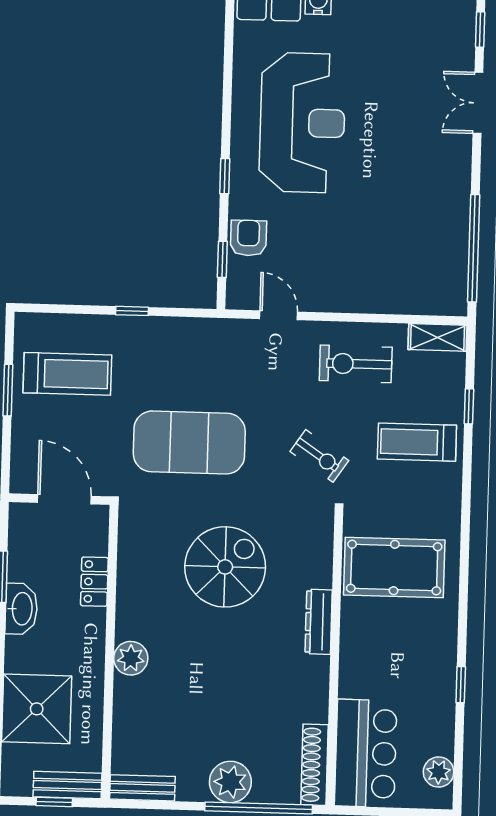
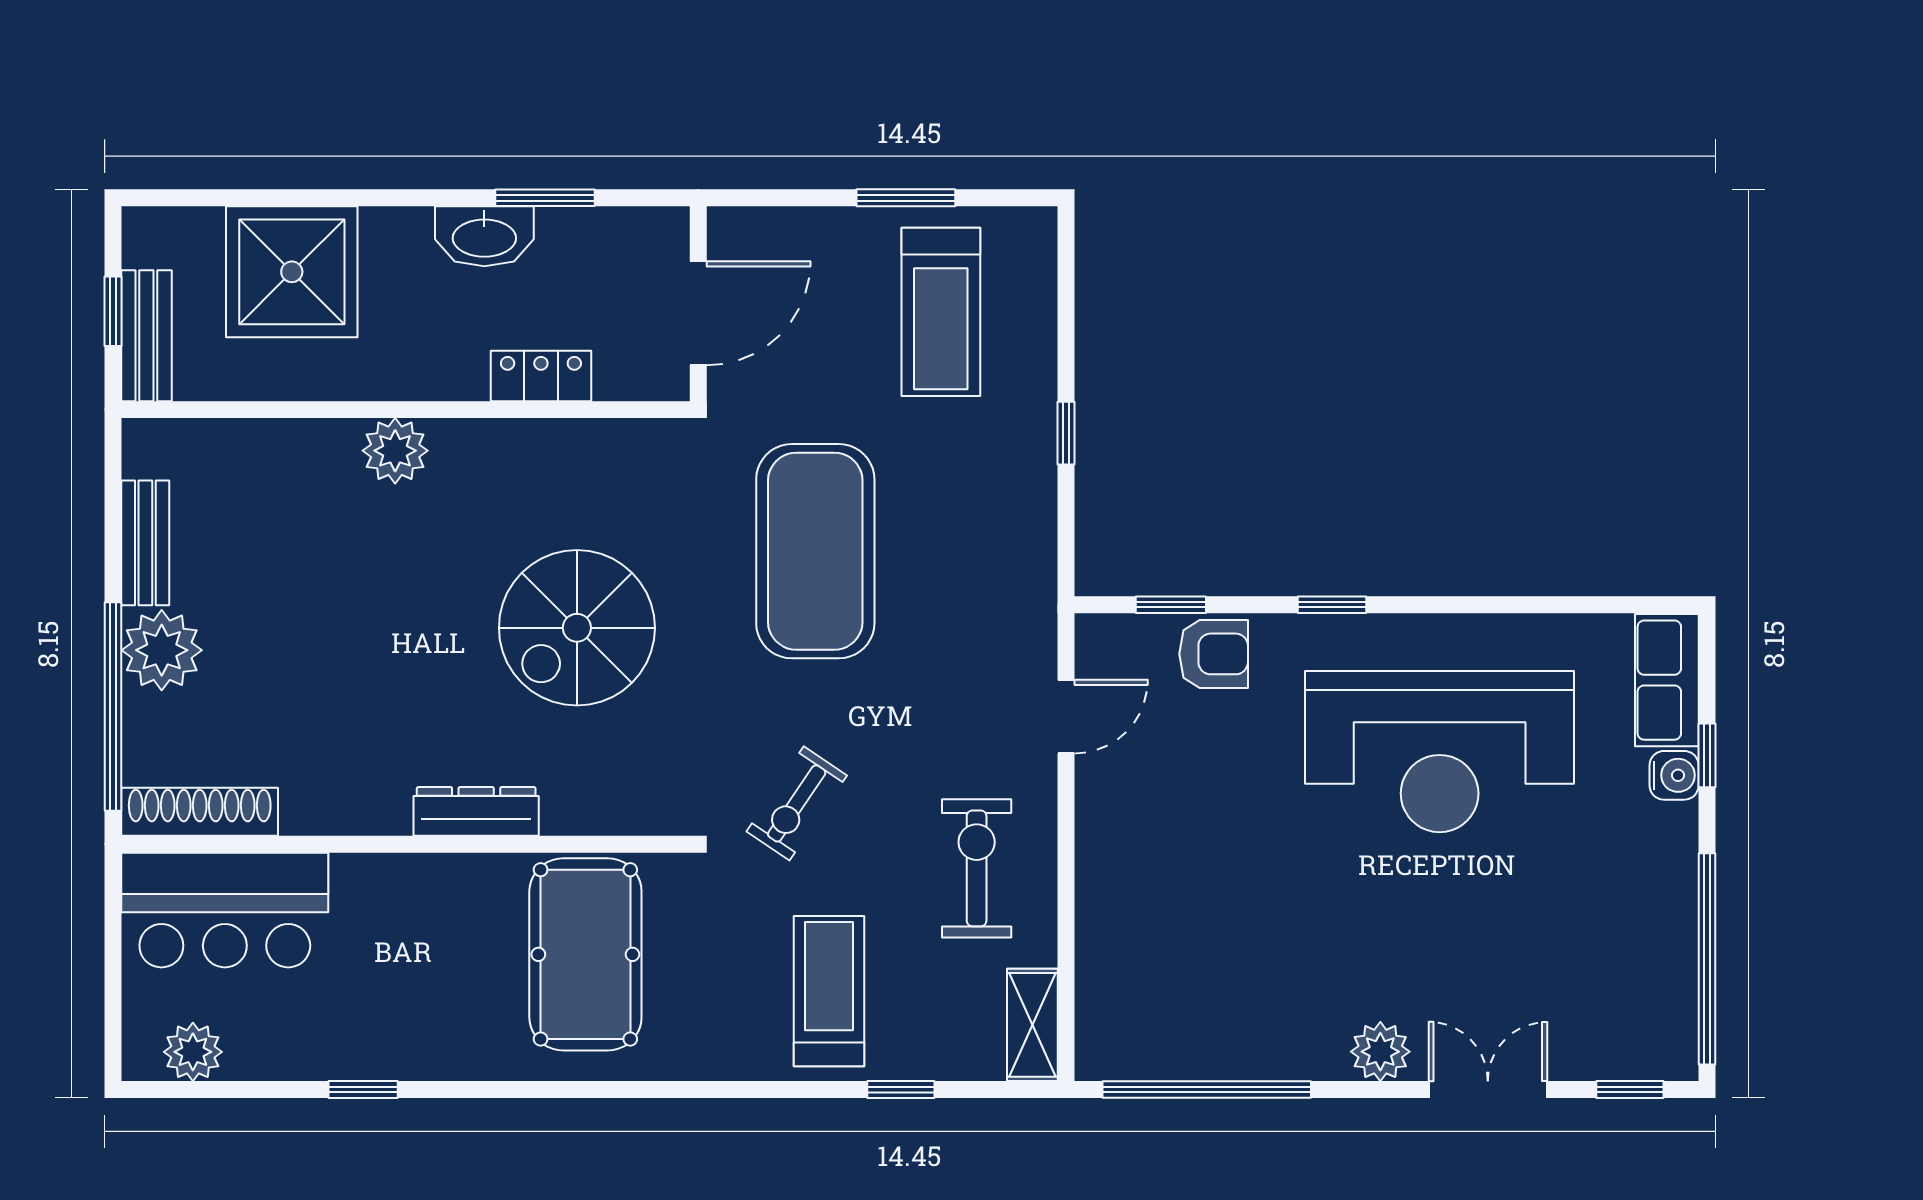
plant: (457, 158) -> (1380, 1052), added
spiral stairs: (225, 567) -> (577, 628), turned 90
bench: (142, 788) -> (145, 543), moved

